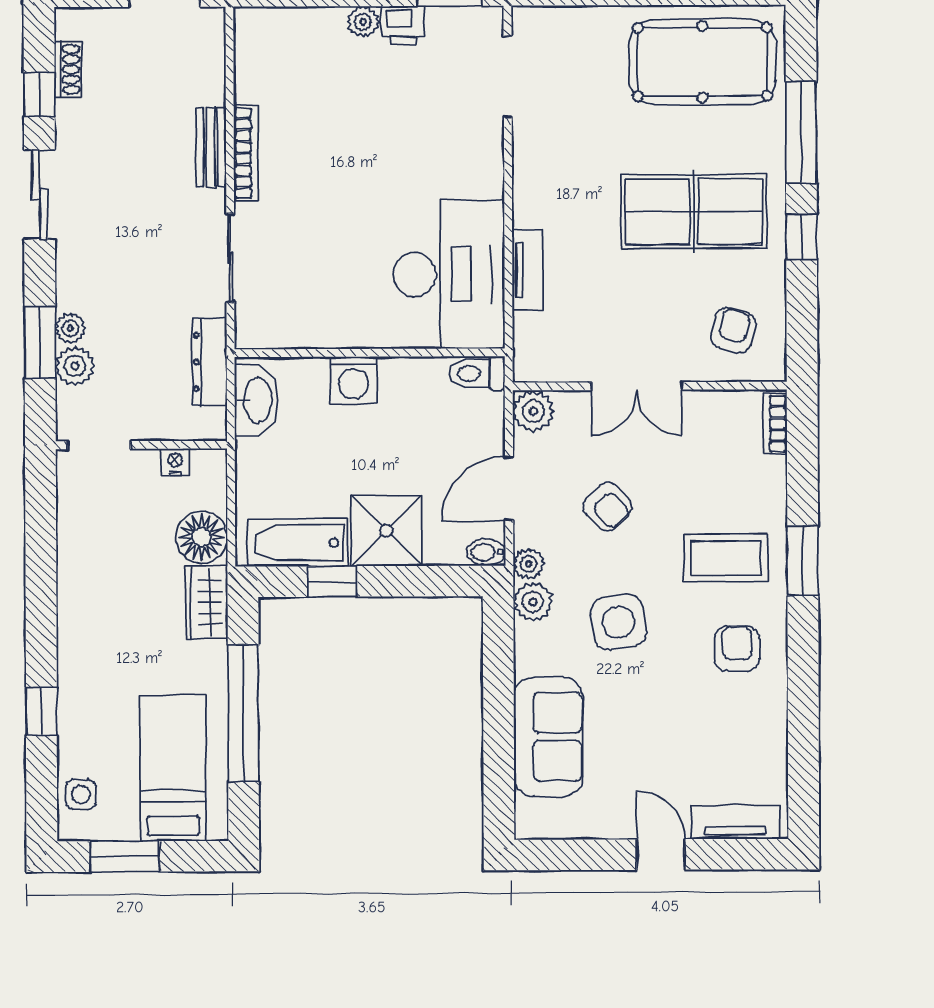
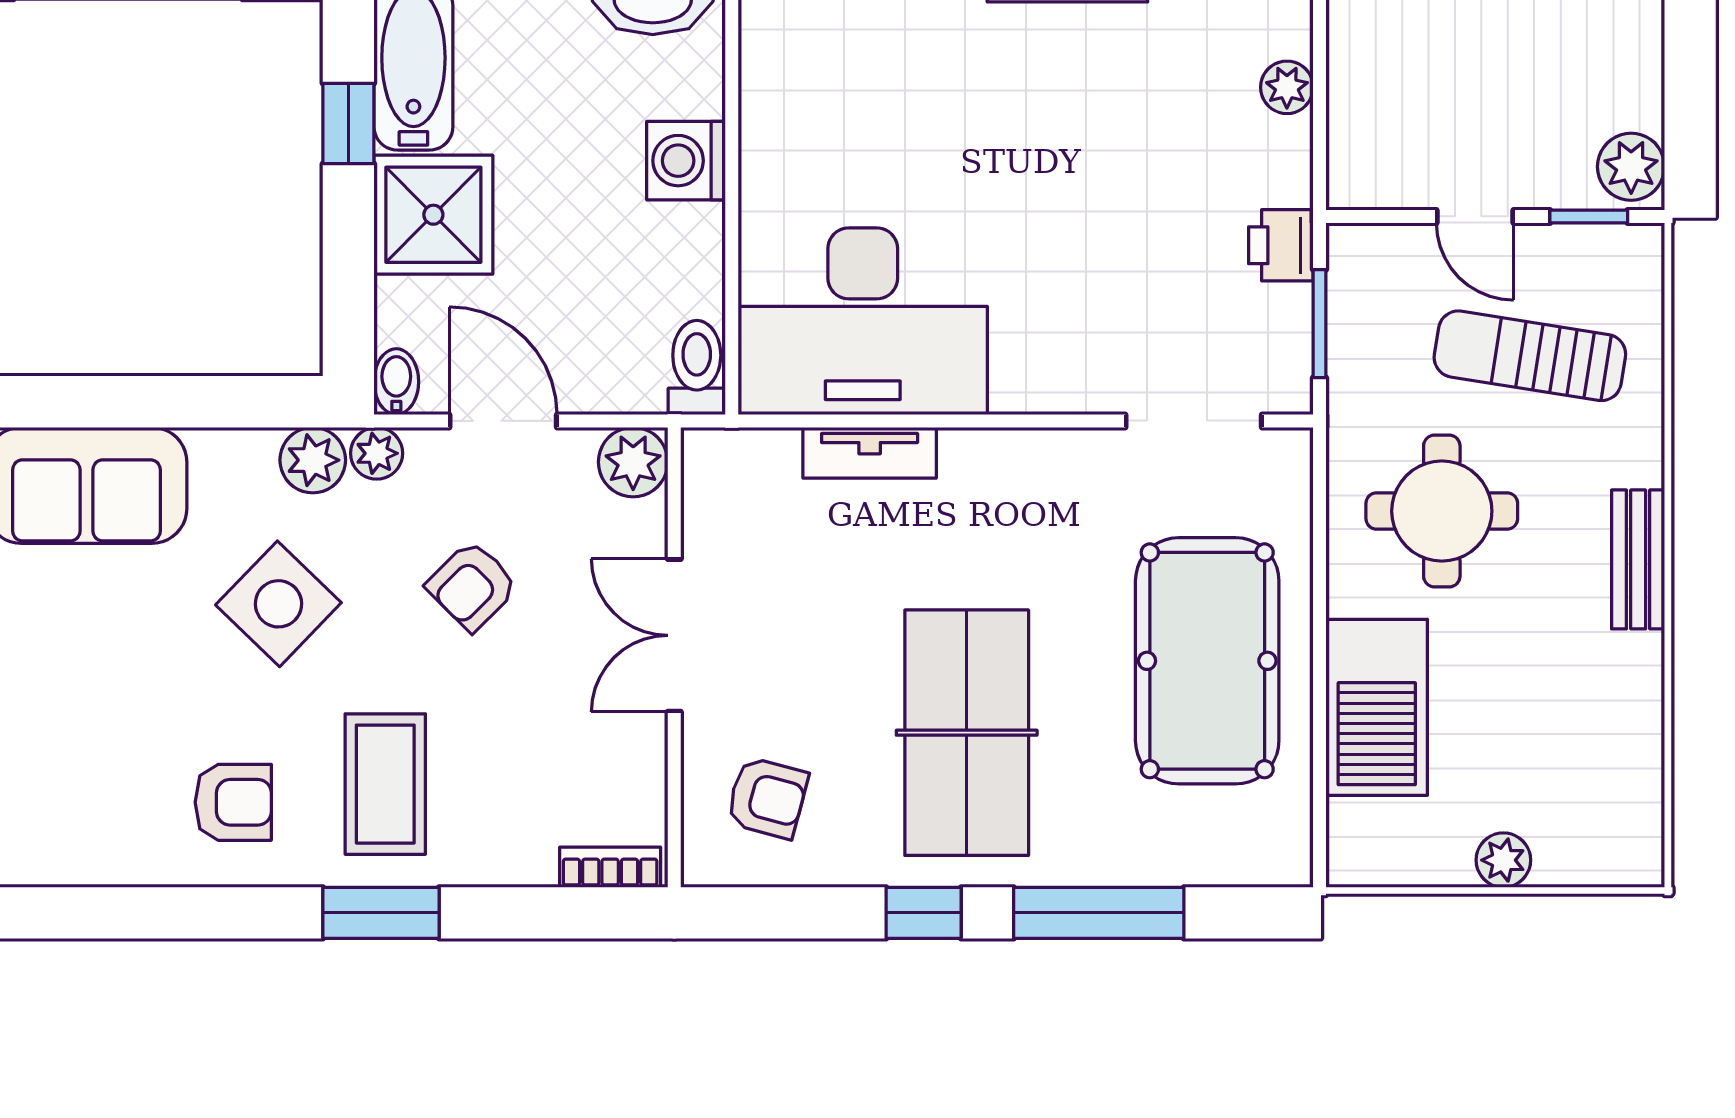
plant: (363, 22) -> (1287, 87), moved
pool table: (702, 62) -> (1207, 661), moved
side table: (619, 622) -> (278, 604), turned -37

